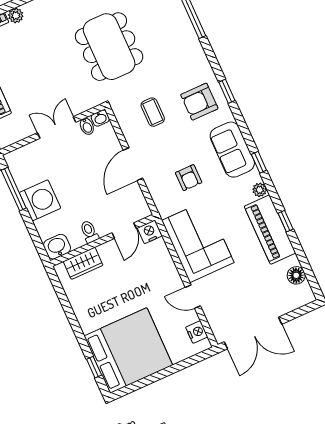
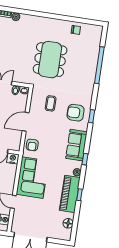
armchair: (189, 178) -> (32, 145), moved

